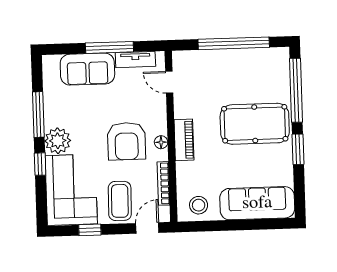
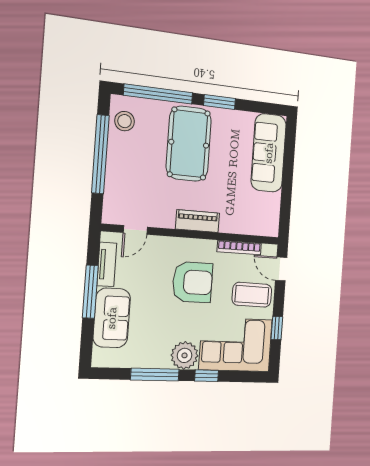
floor lamp: (161, 142) -> (197, 246), removed
stool: (199, 205) -> (125, 121), moved

